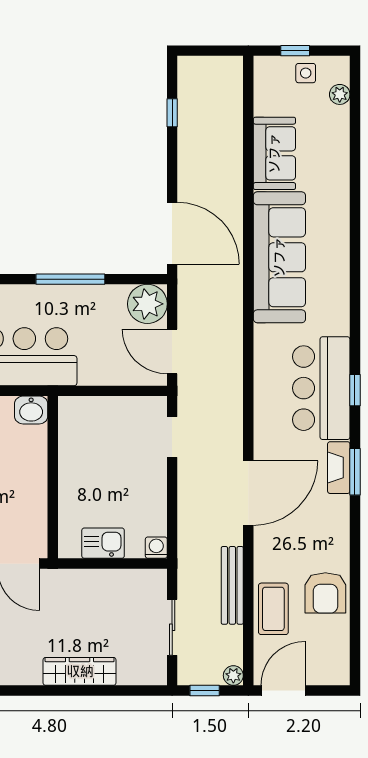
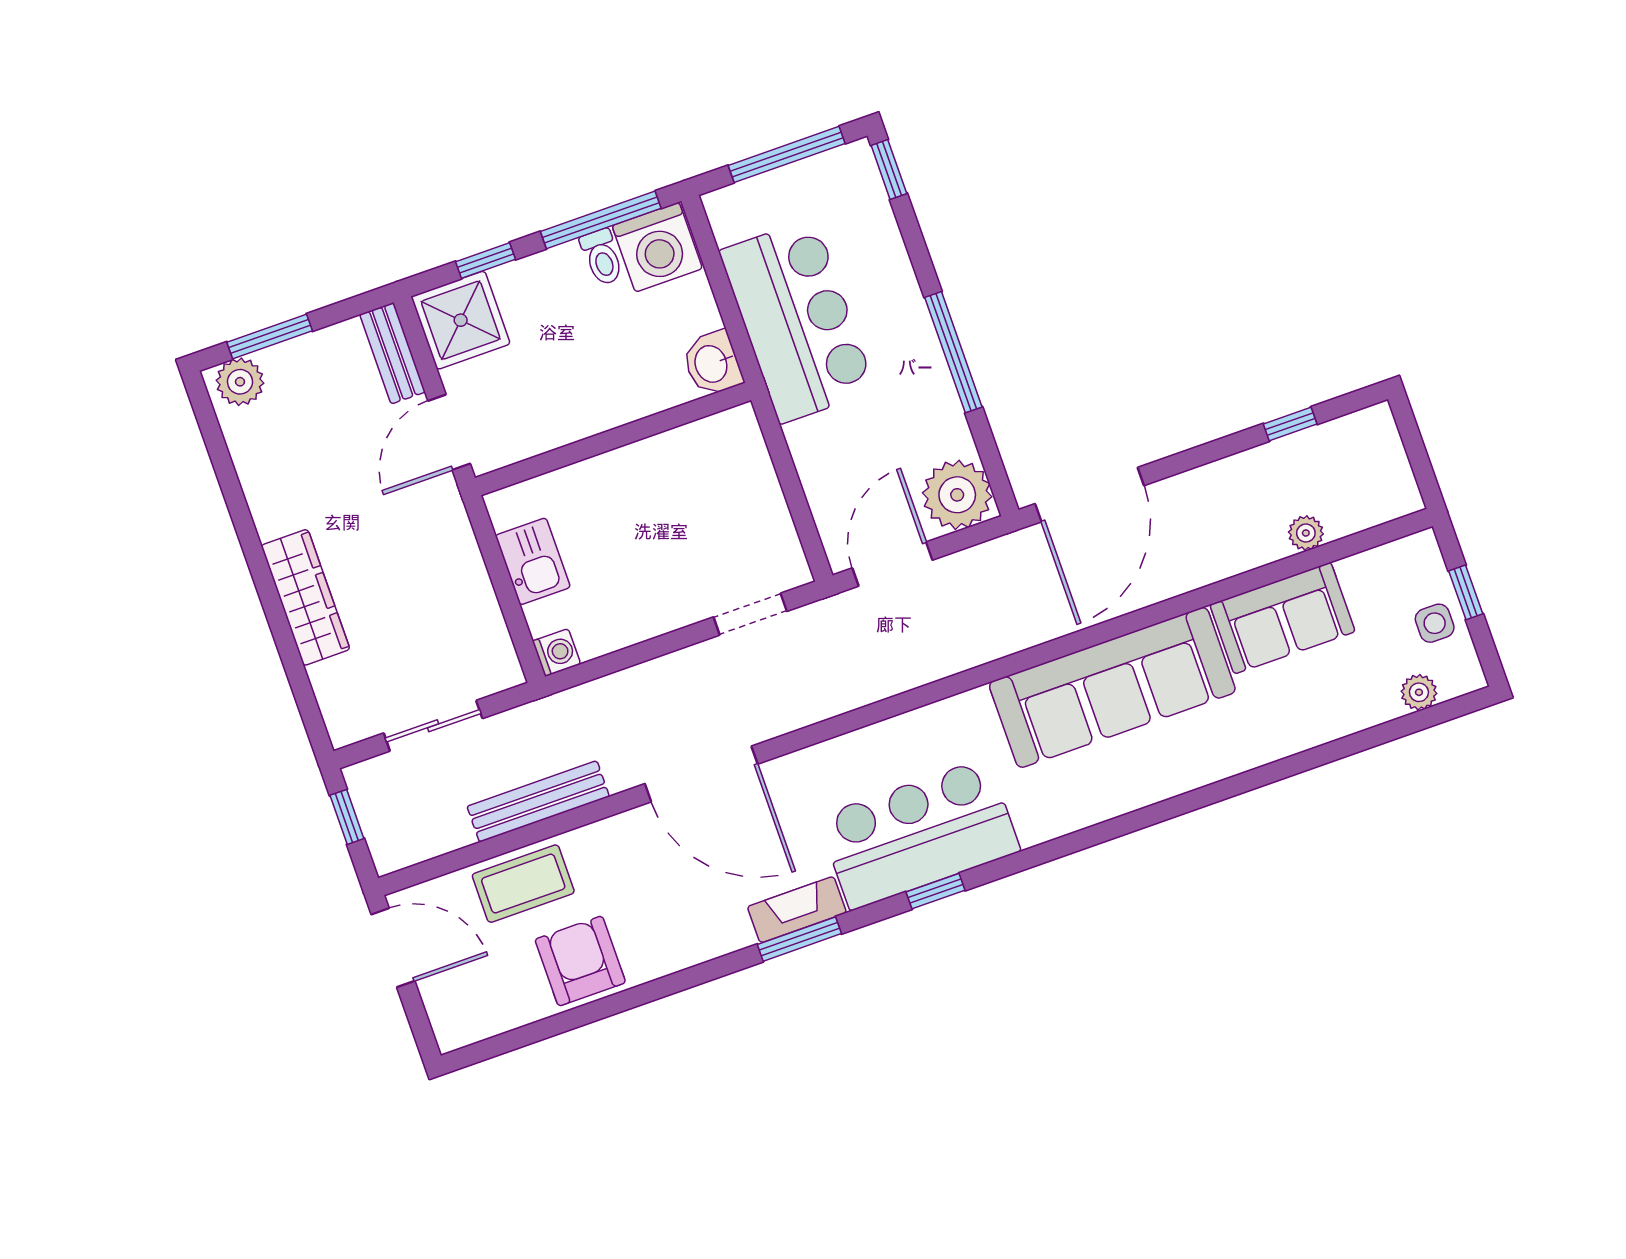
armchair: (325, 593) -> (580, 961), turned 90
plant: (233, 675) -> (1306, 533), moved

